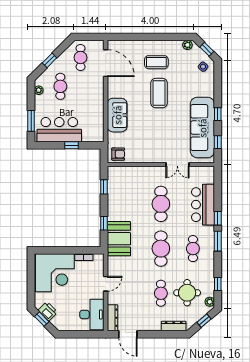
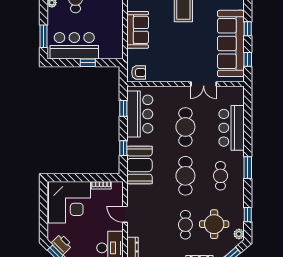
bar counter: (119, 192) -> (140, 114), added
window: (218, 218) -> (248, 143), removed
door: (106, 284) -> (125, 214), swing flipped

